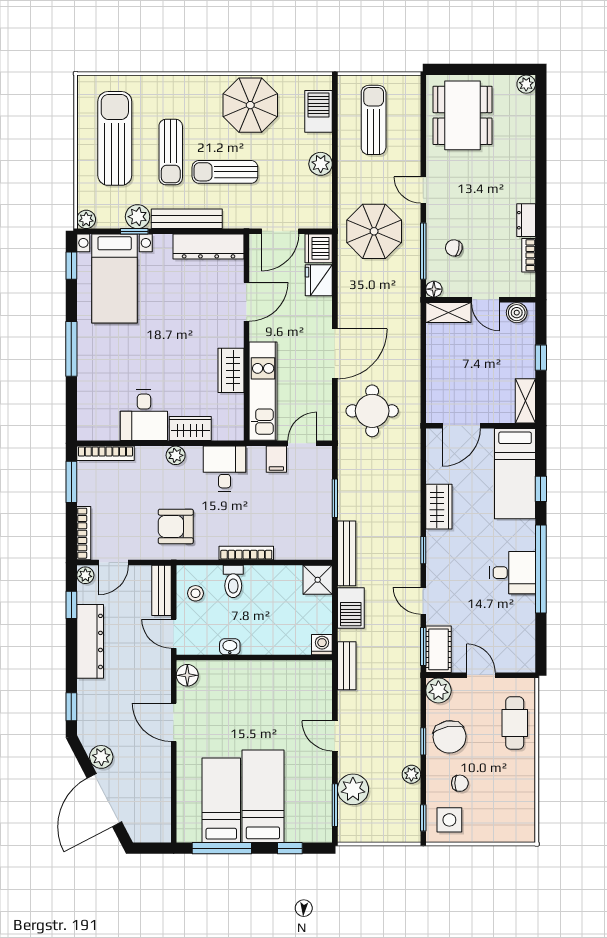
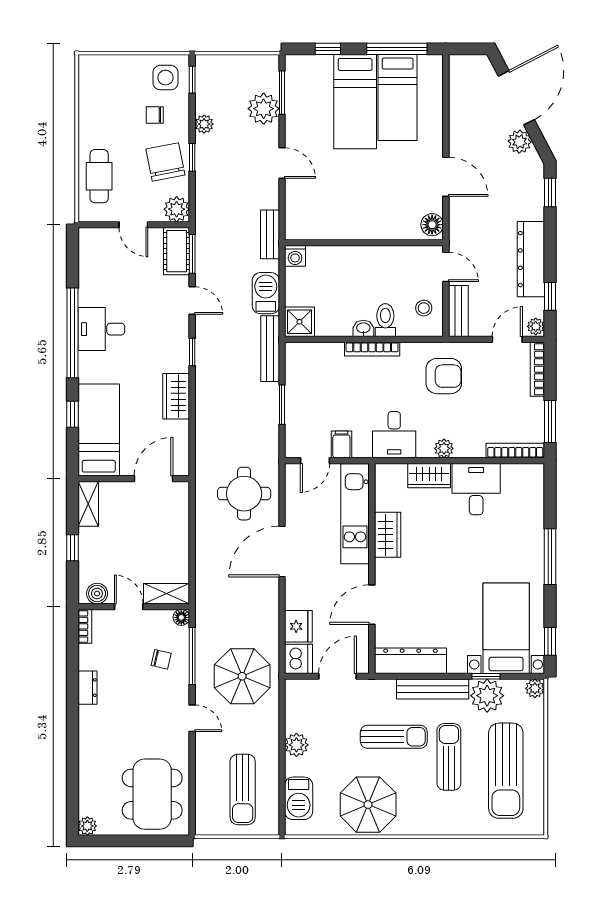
plant: (138, 217) -> (487, 696), width x1.36, depth x1.36
bookcase: (529, 255) -> (85, 626), moved
washbasin: (230, 647) -> (363, 328), moved, turned 180

